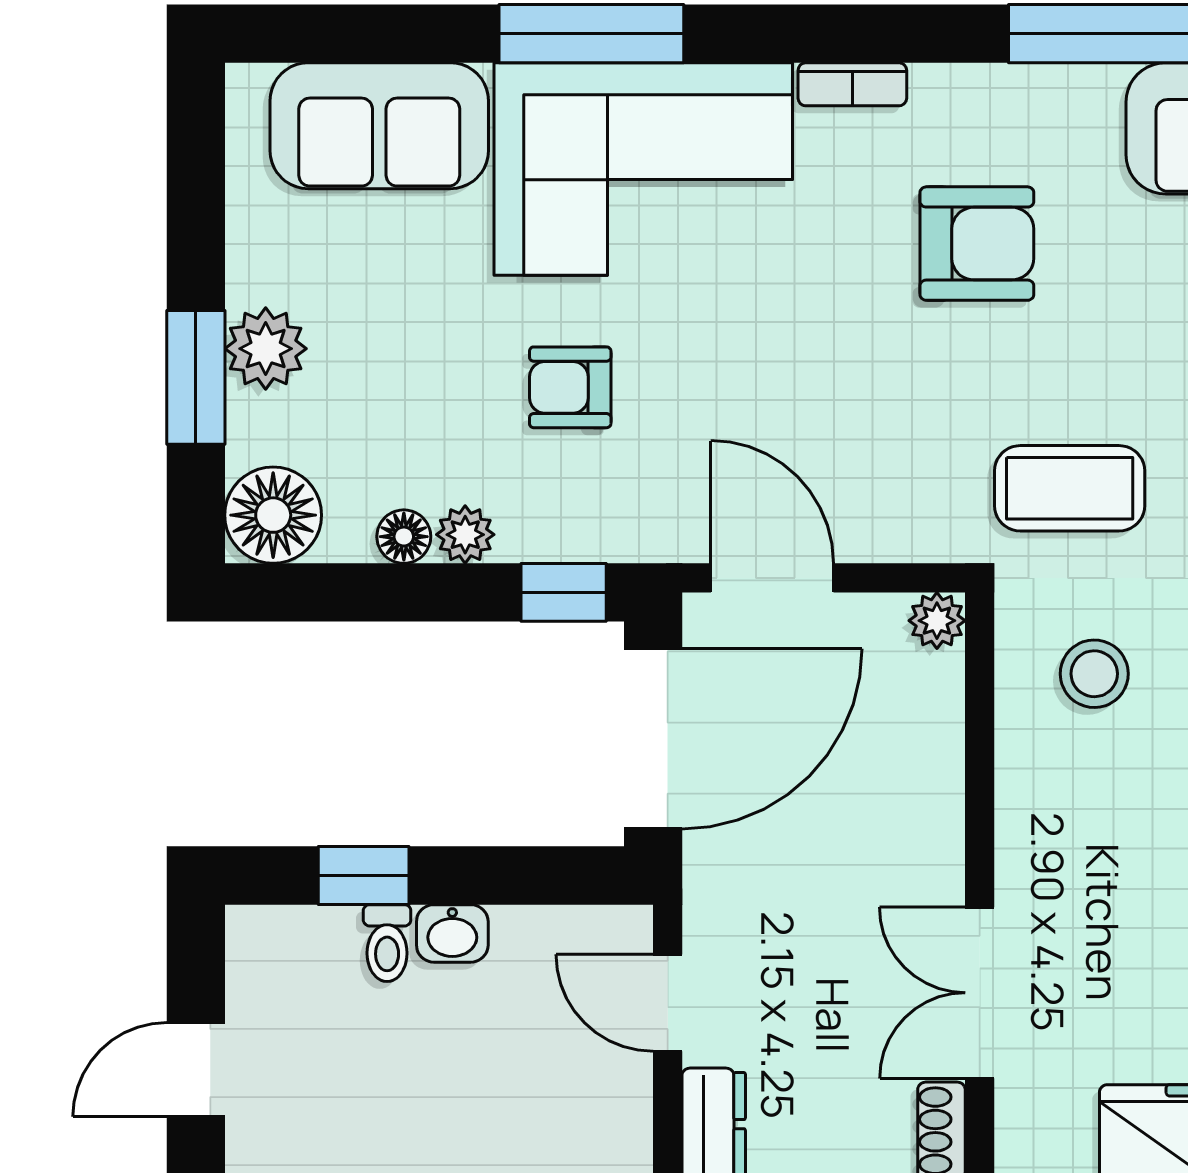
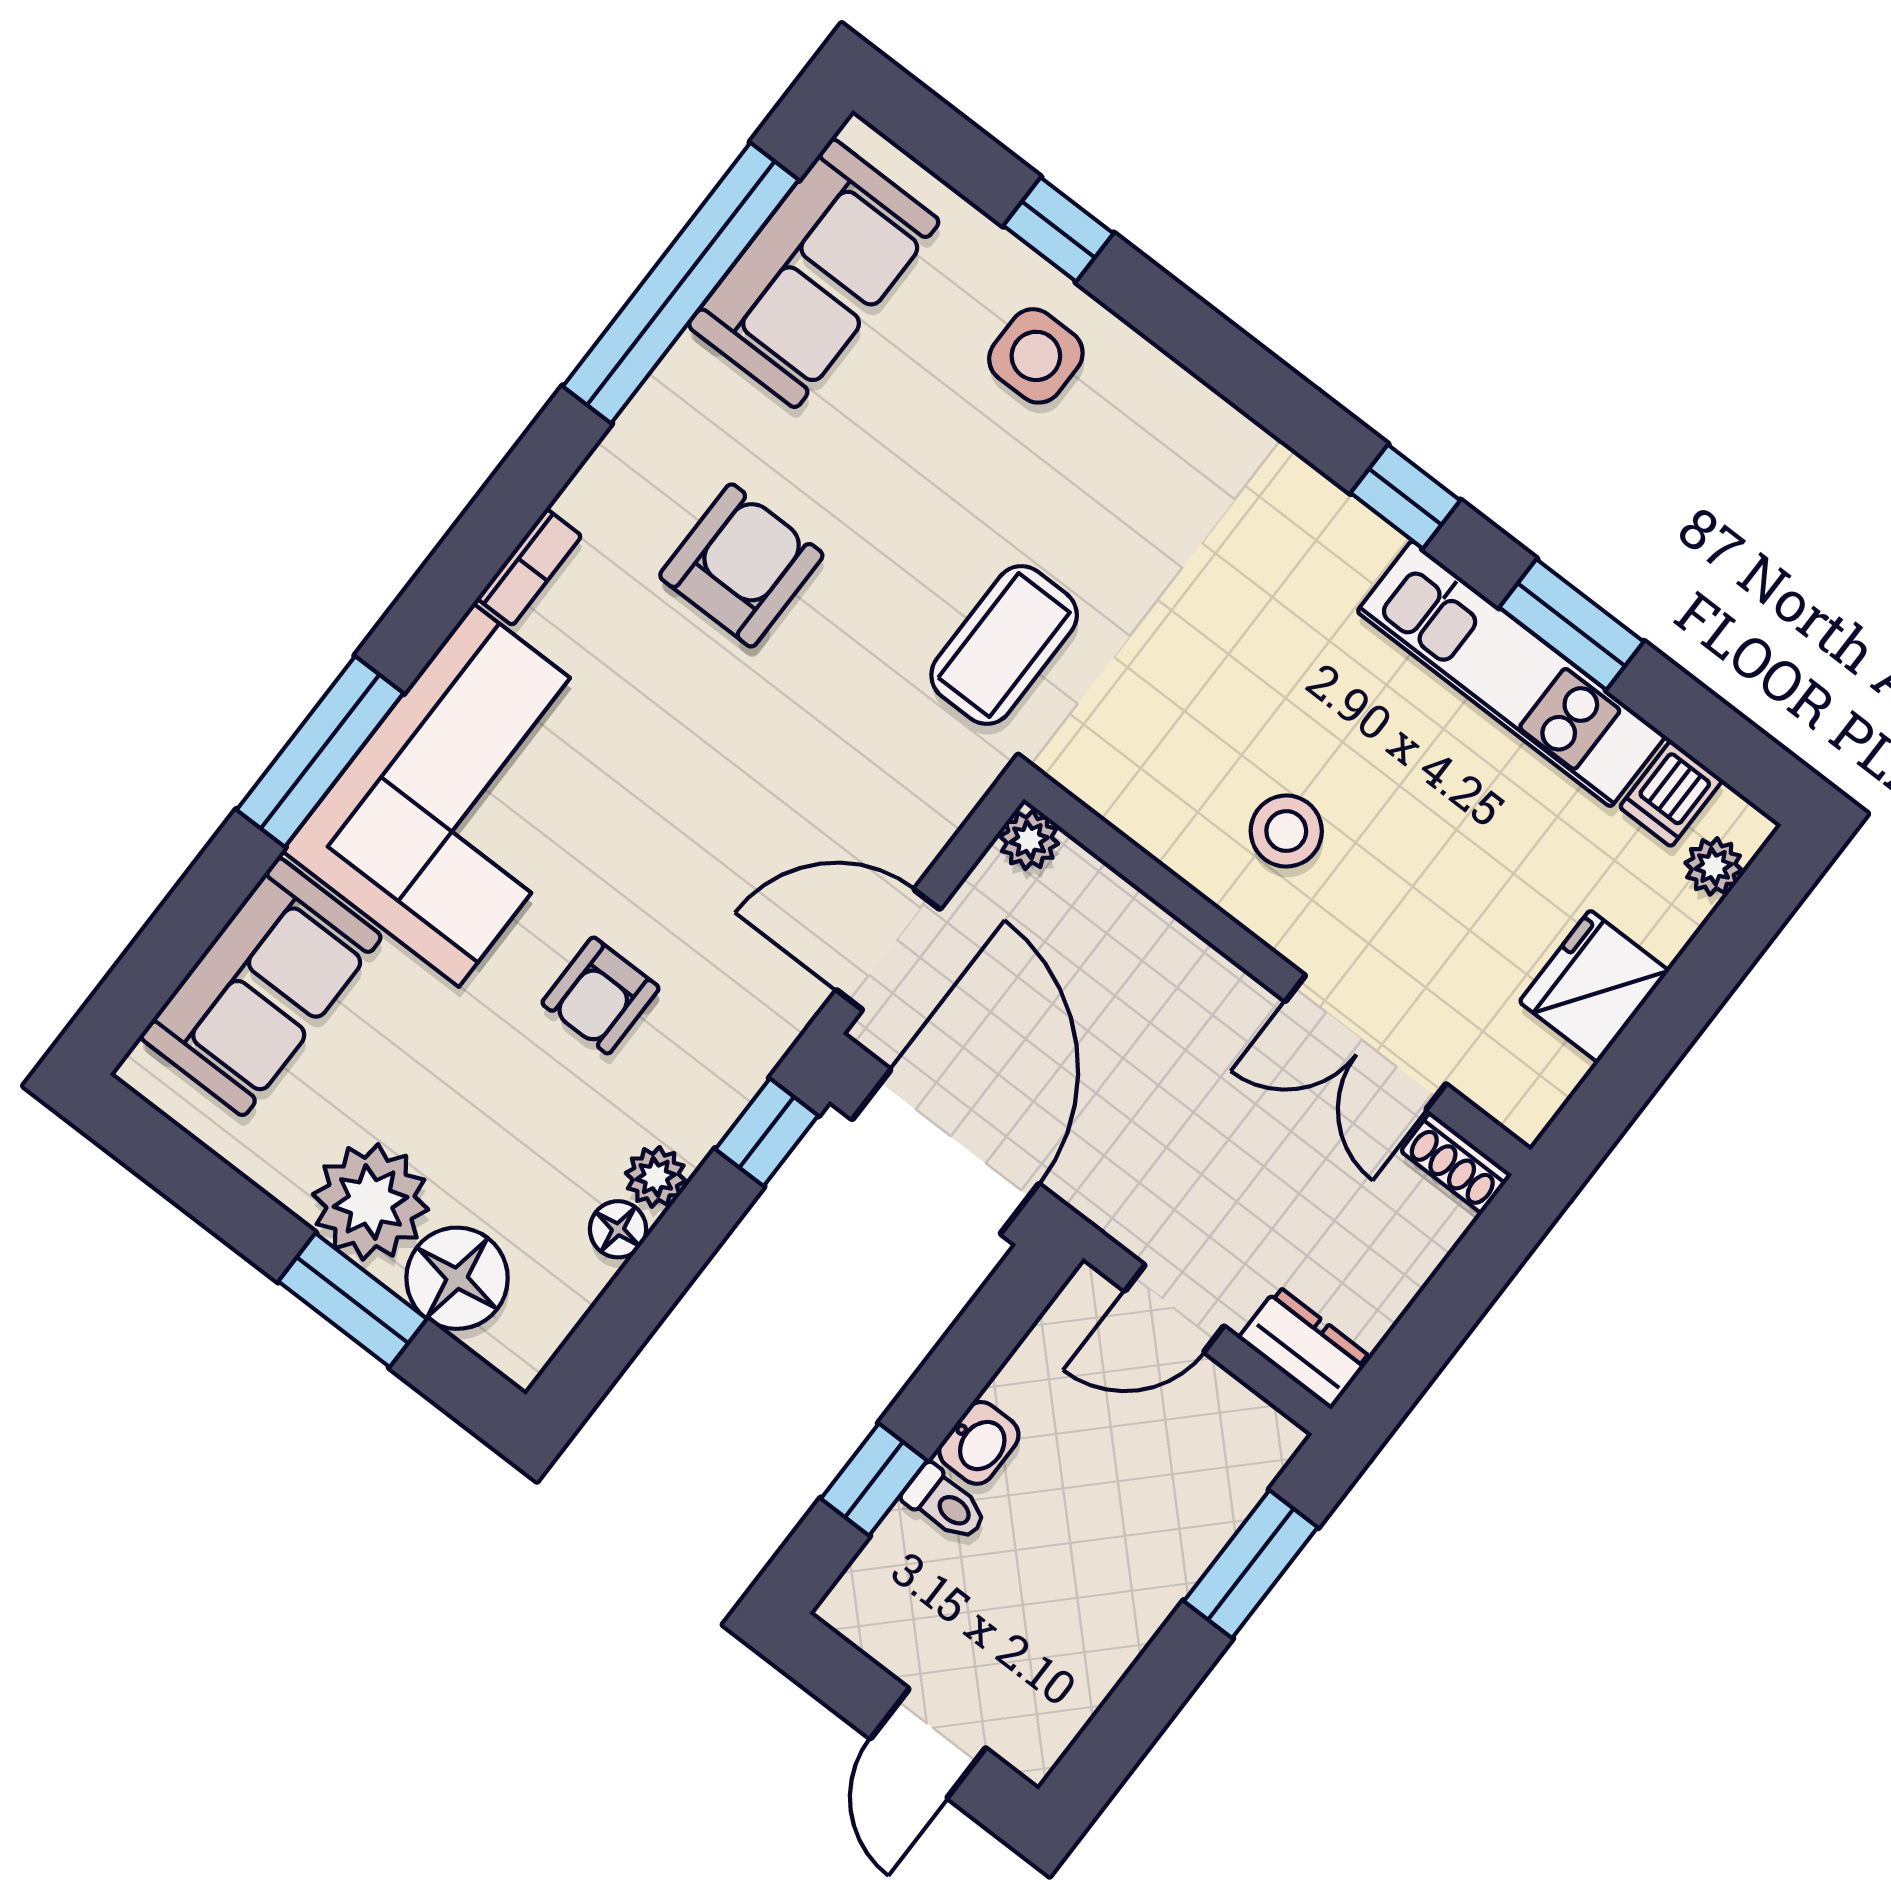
plant: (266, 349) -> (371, 1202), width x1.36, depth x1.36
floor lamp: (273, 515) -> (457, 1278), moved
stool: (1094, 674) -> (1286, 831), moved

